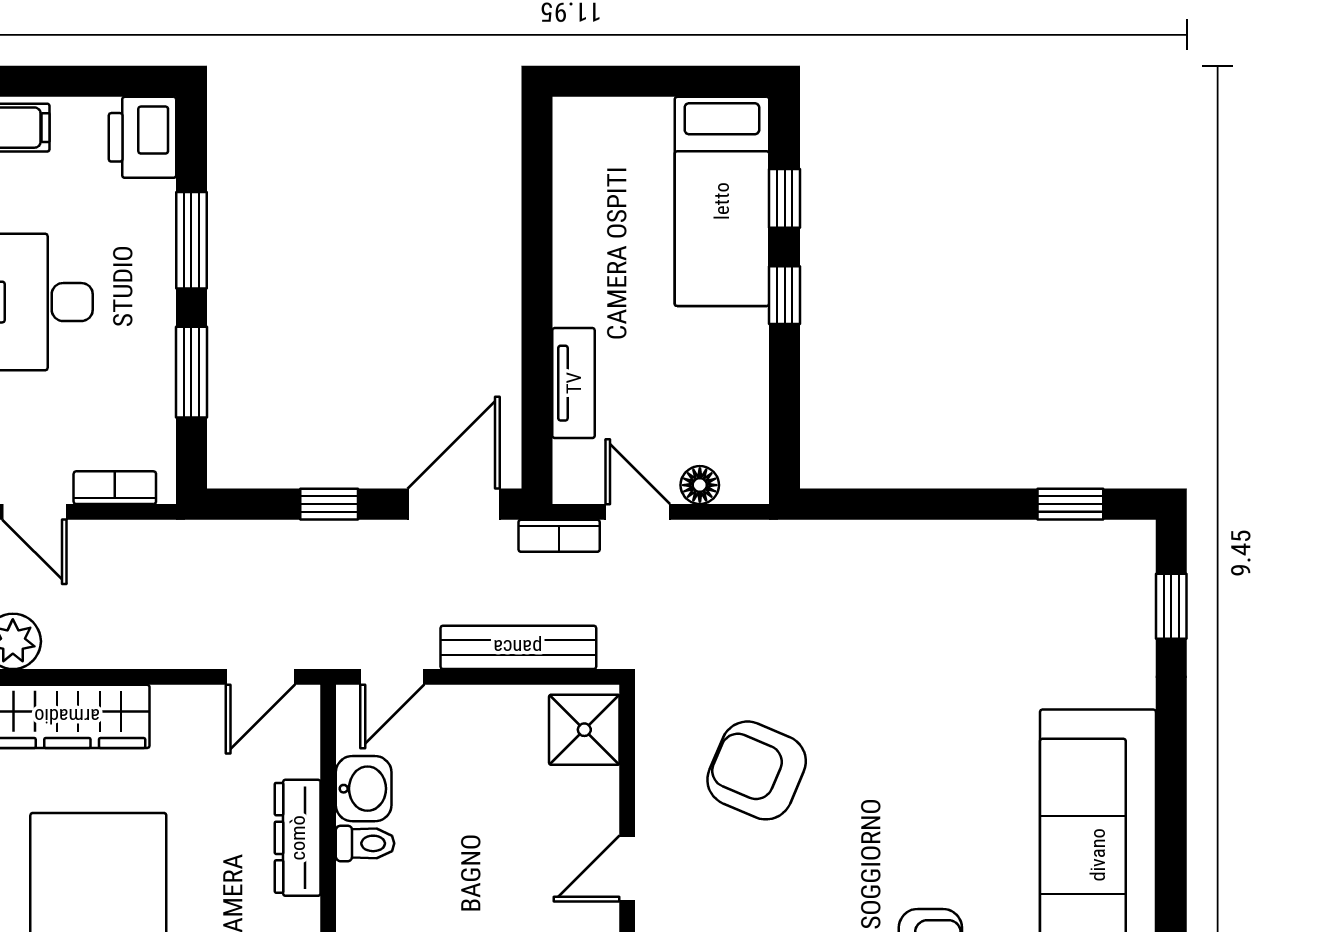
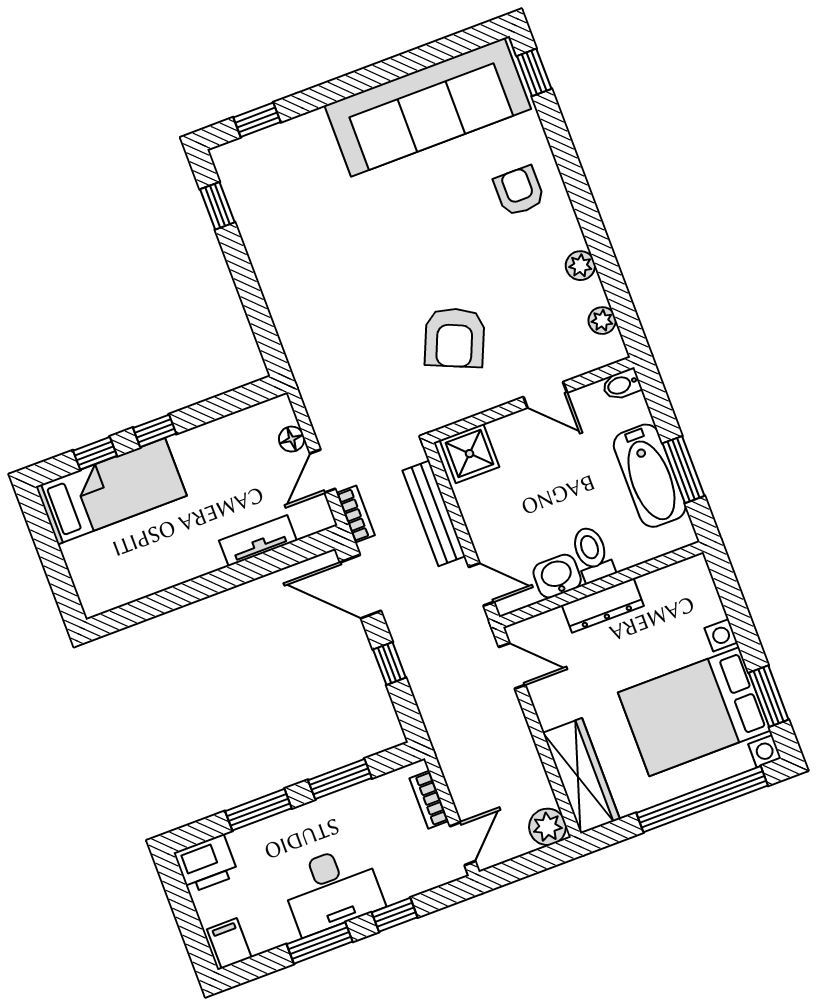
toilet: (365, 843) -> (592, 554), width x1.37, depth x1.39

